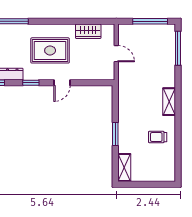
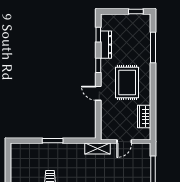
shelving: (124, 168) -> (98, 149), moved

